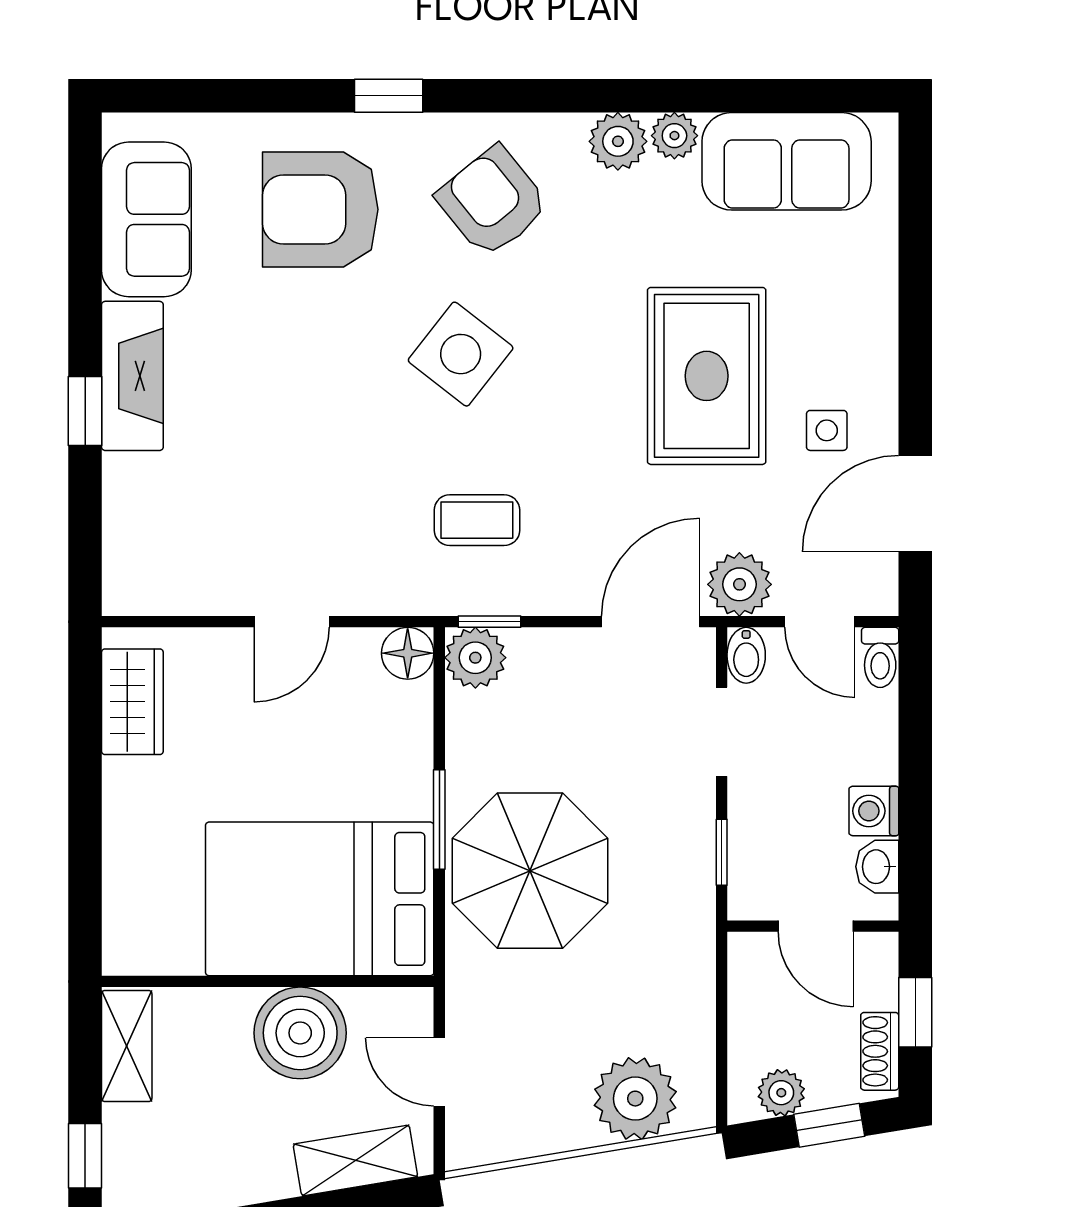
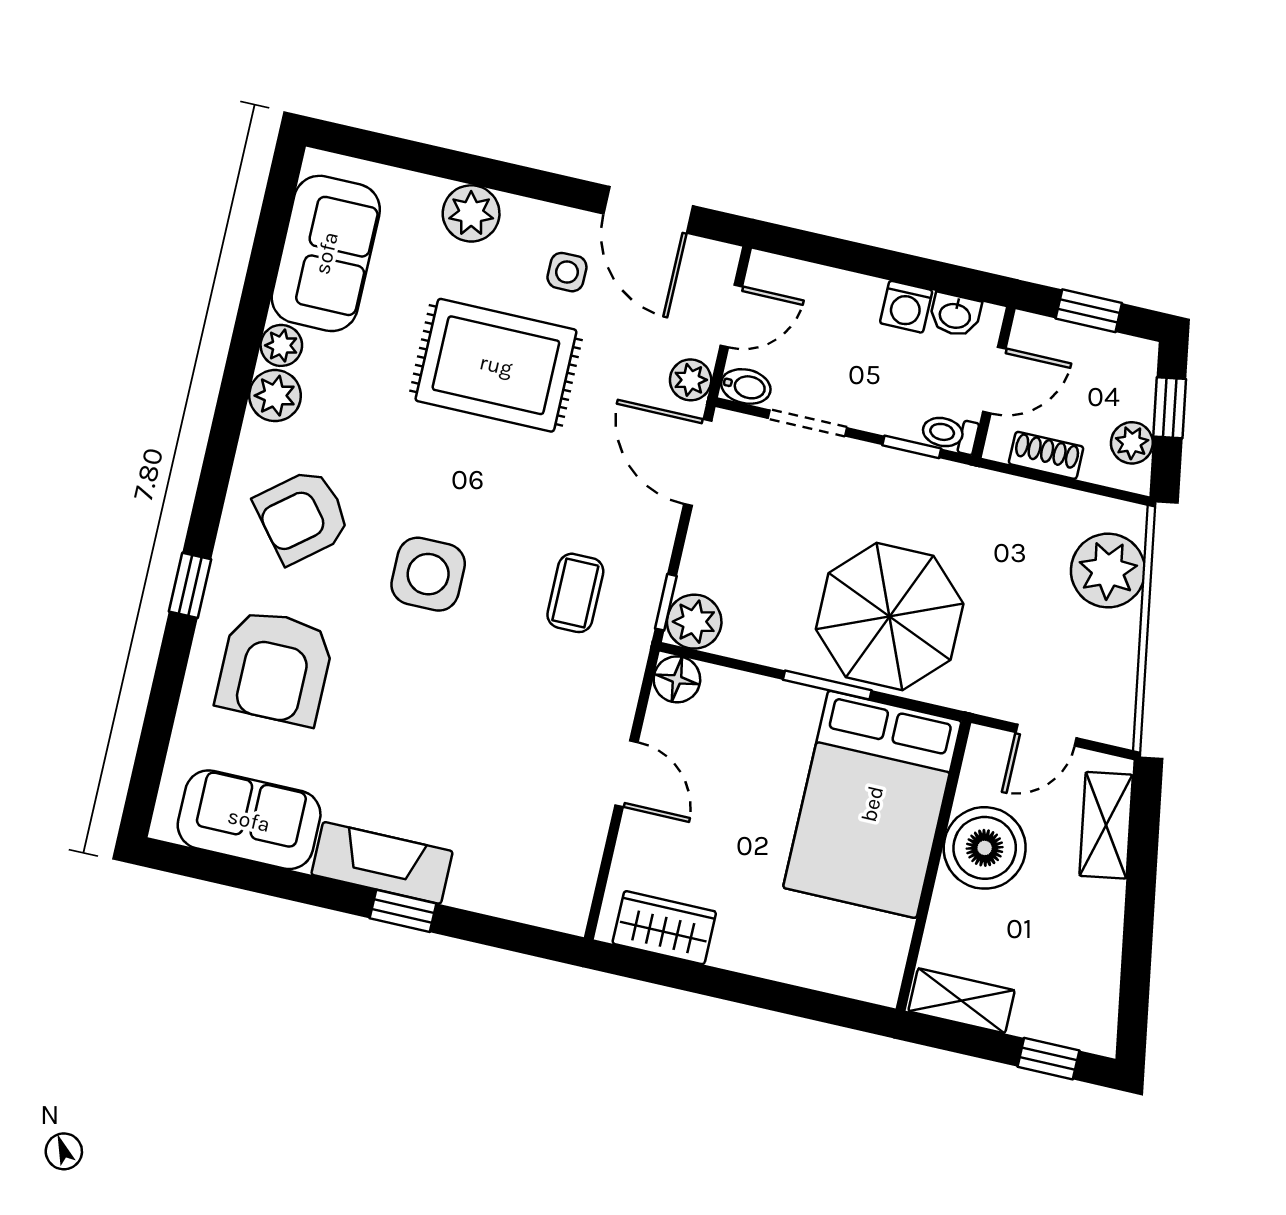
plant: (867, 311) -> (471, 213), added
side table: (461, 354) -> (428, 574), turned -38
plant: (739, 584) -> (691, 380), width x0.73, depth x0.73
toilet: (880, 657) -> (949, 434), moved, turned 180
shoe rack: (880, 1051) -> (1046, 455), moved, turned 180

